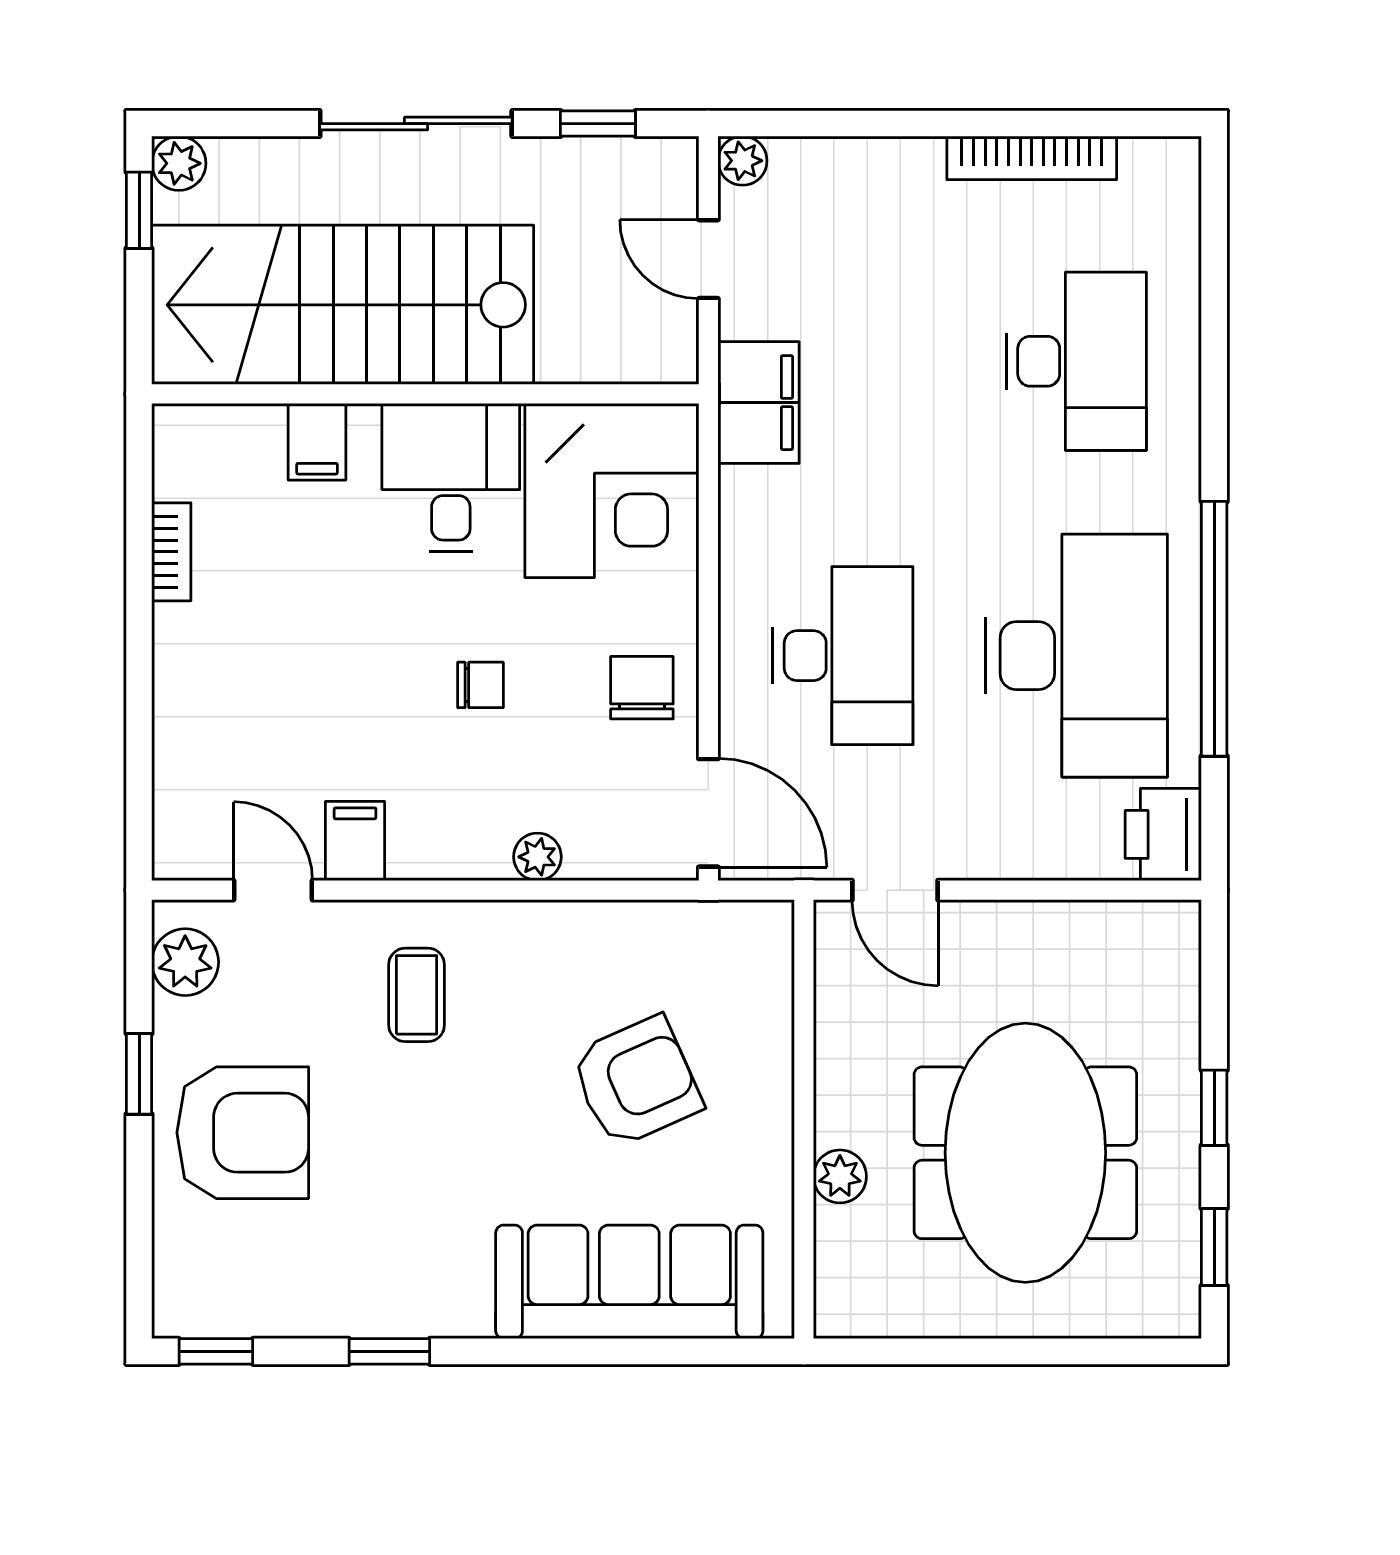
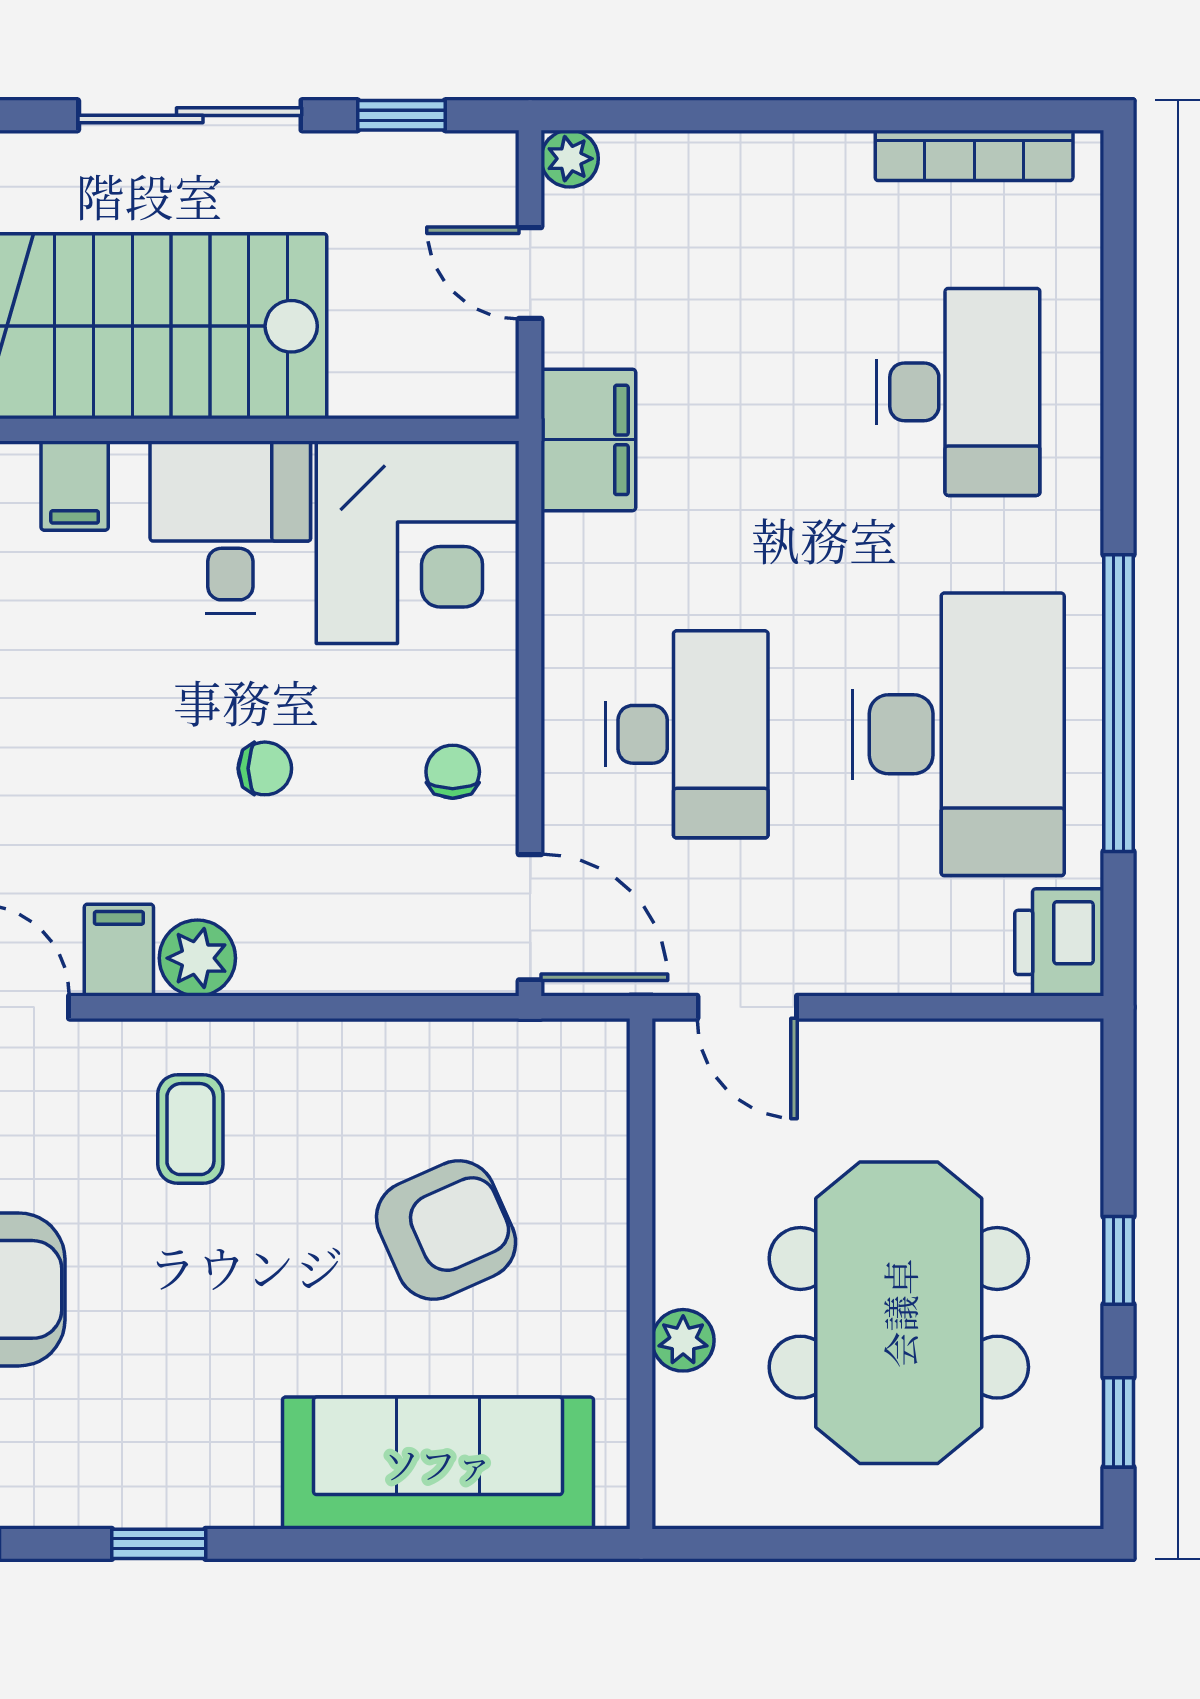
bookcase: (1032, 158) -> (974, 155), moved
chair: (642, 688) -> (453, 772), width x0.73, depth x0.73
plant: (537, 857) -> (197, 958), moved, width x1.38, depth x1.38

